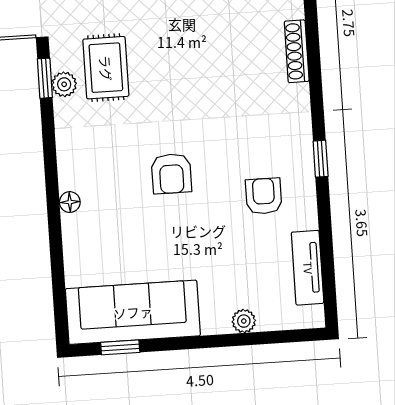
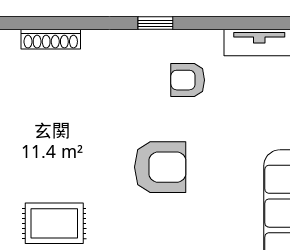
armchair: (171, 174) -> (160, 167), width x1.38, depth x1.38

